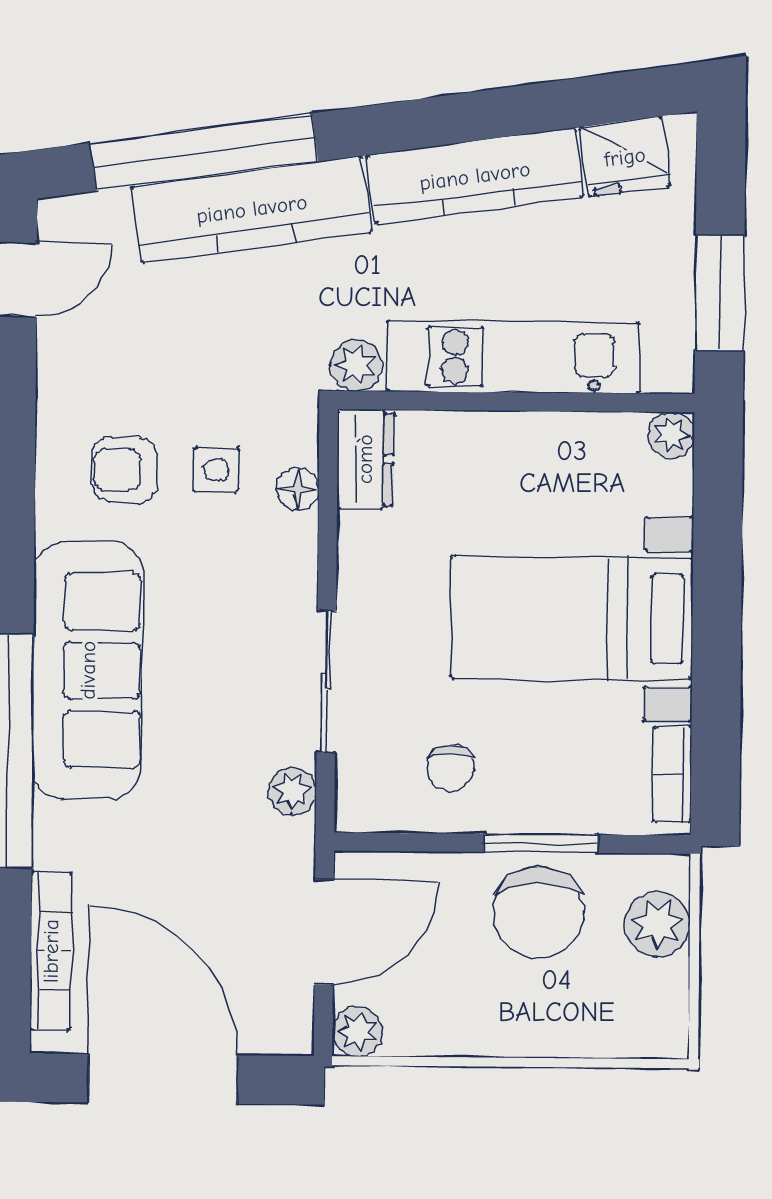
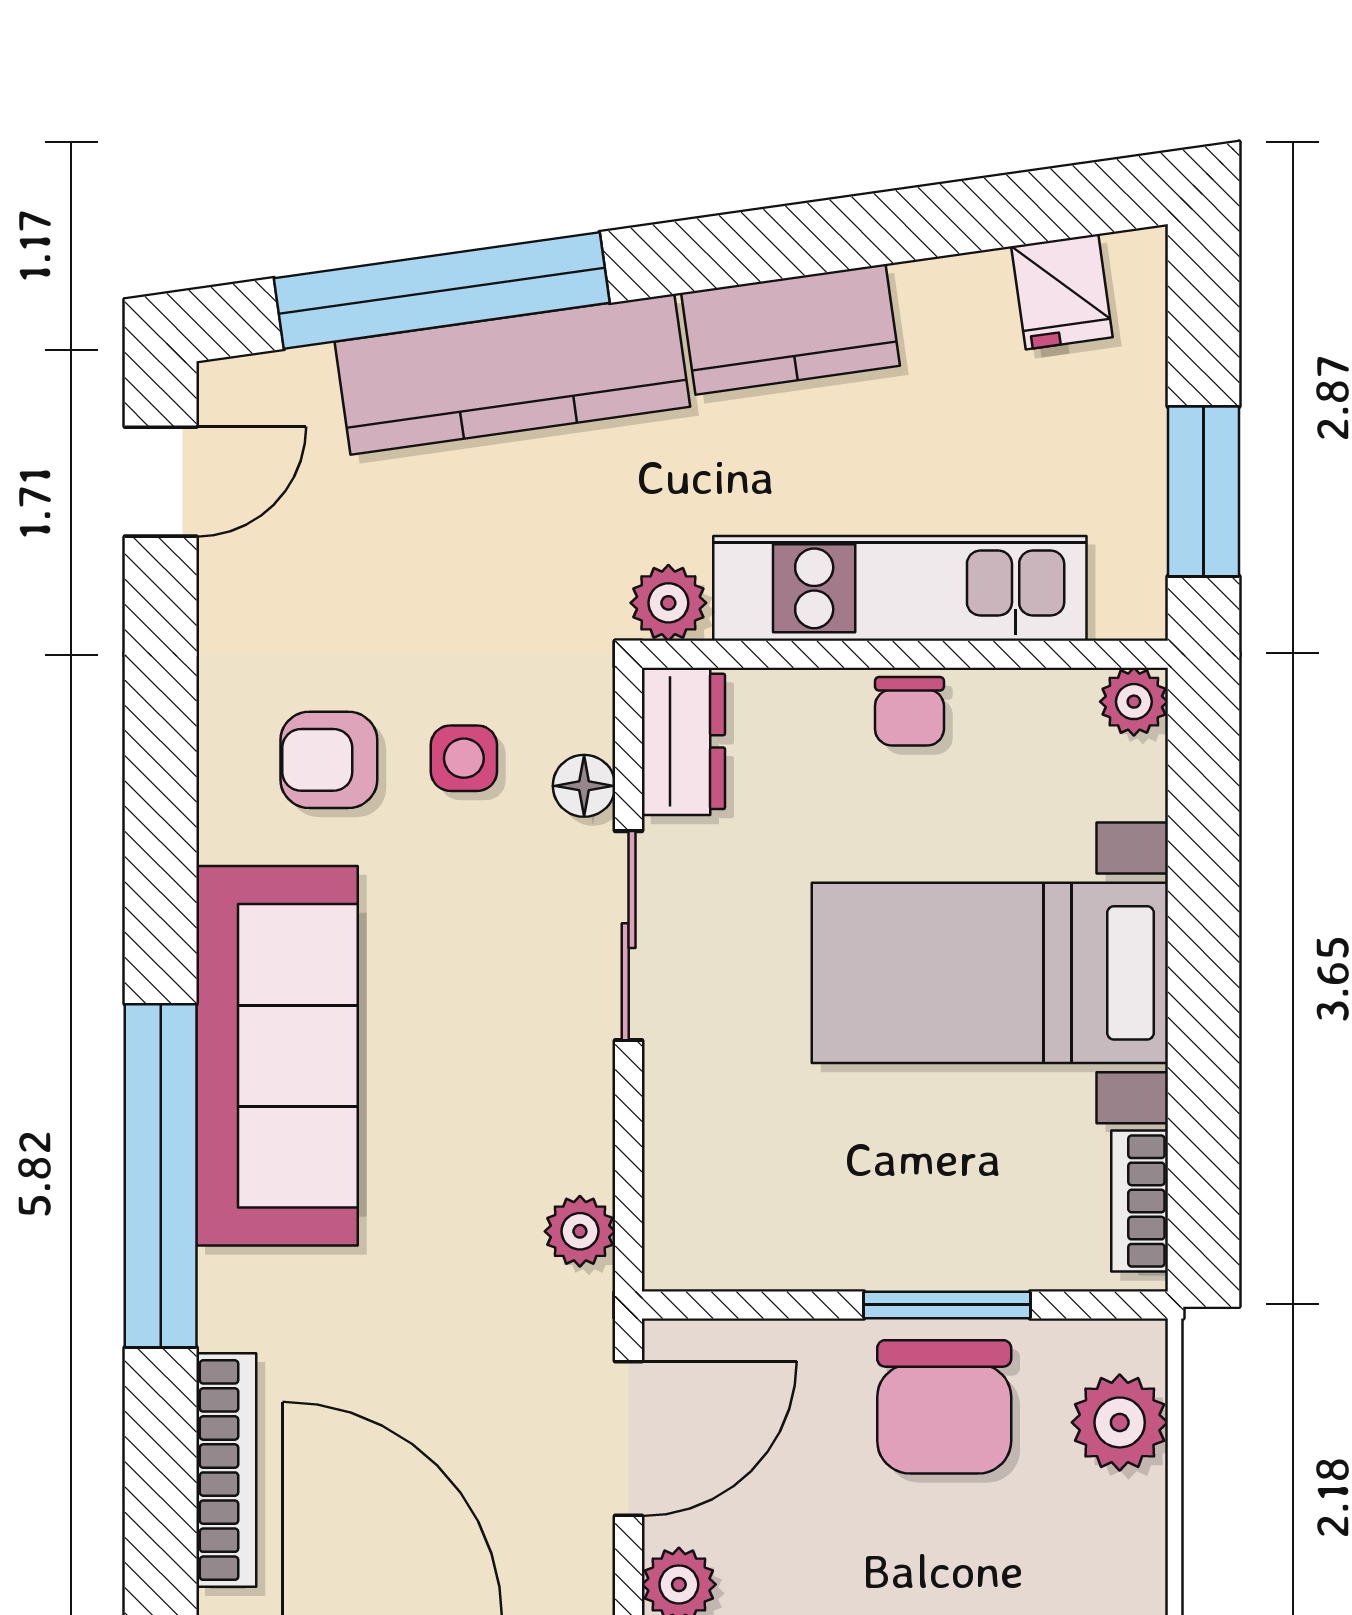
fridge: (625, 157) -> (1062, 292), width x0.72
kitchen counter: (475, 176) -> (790, 329), width x0.67
sliding door: (326, 681) -> (629, 936), moved
chair: (451, 768) -> (909, 711), moved

